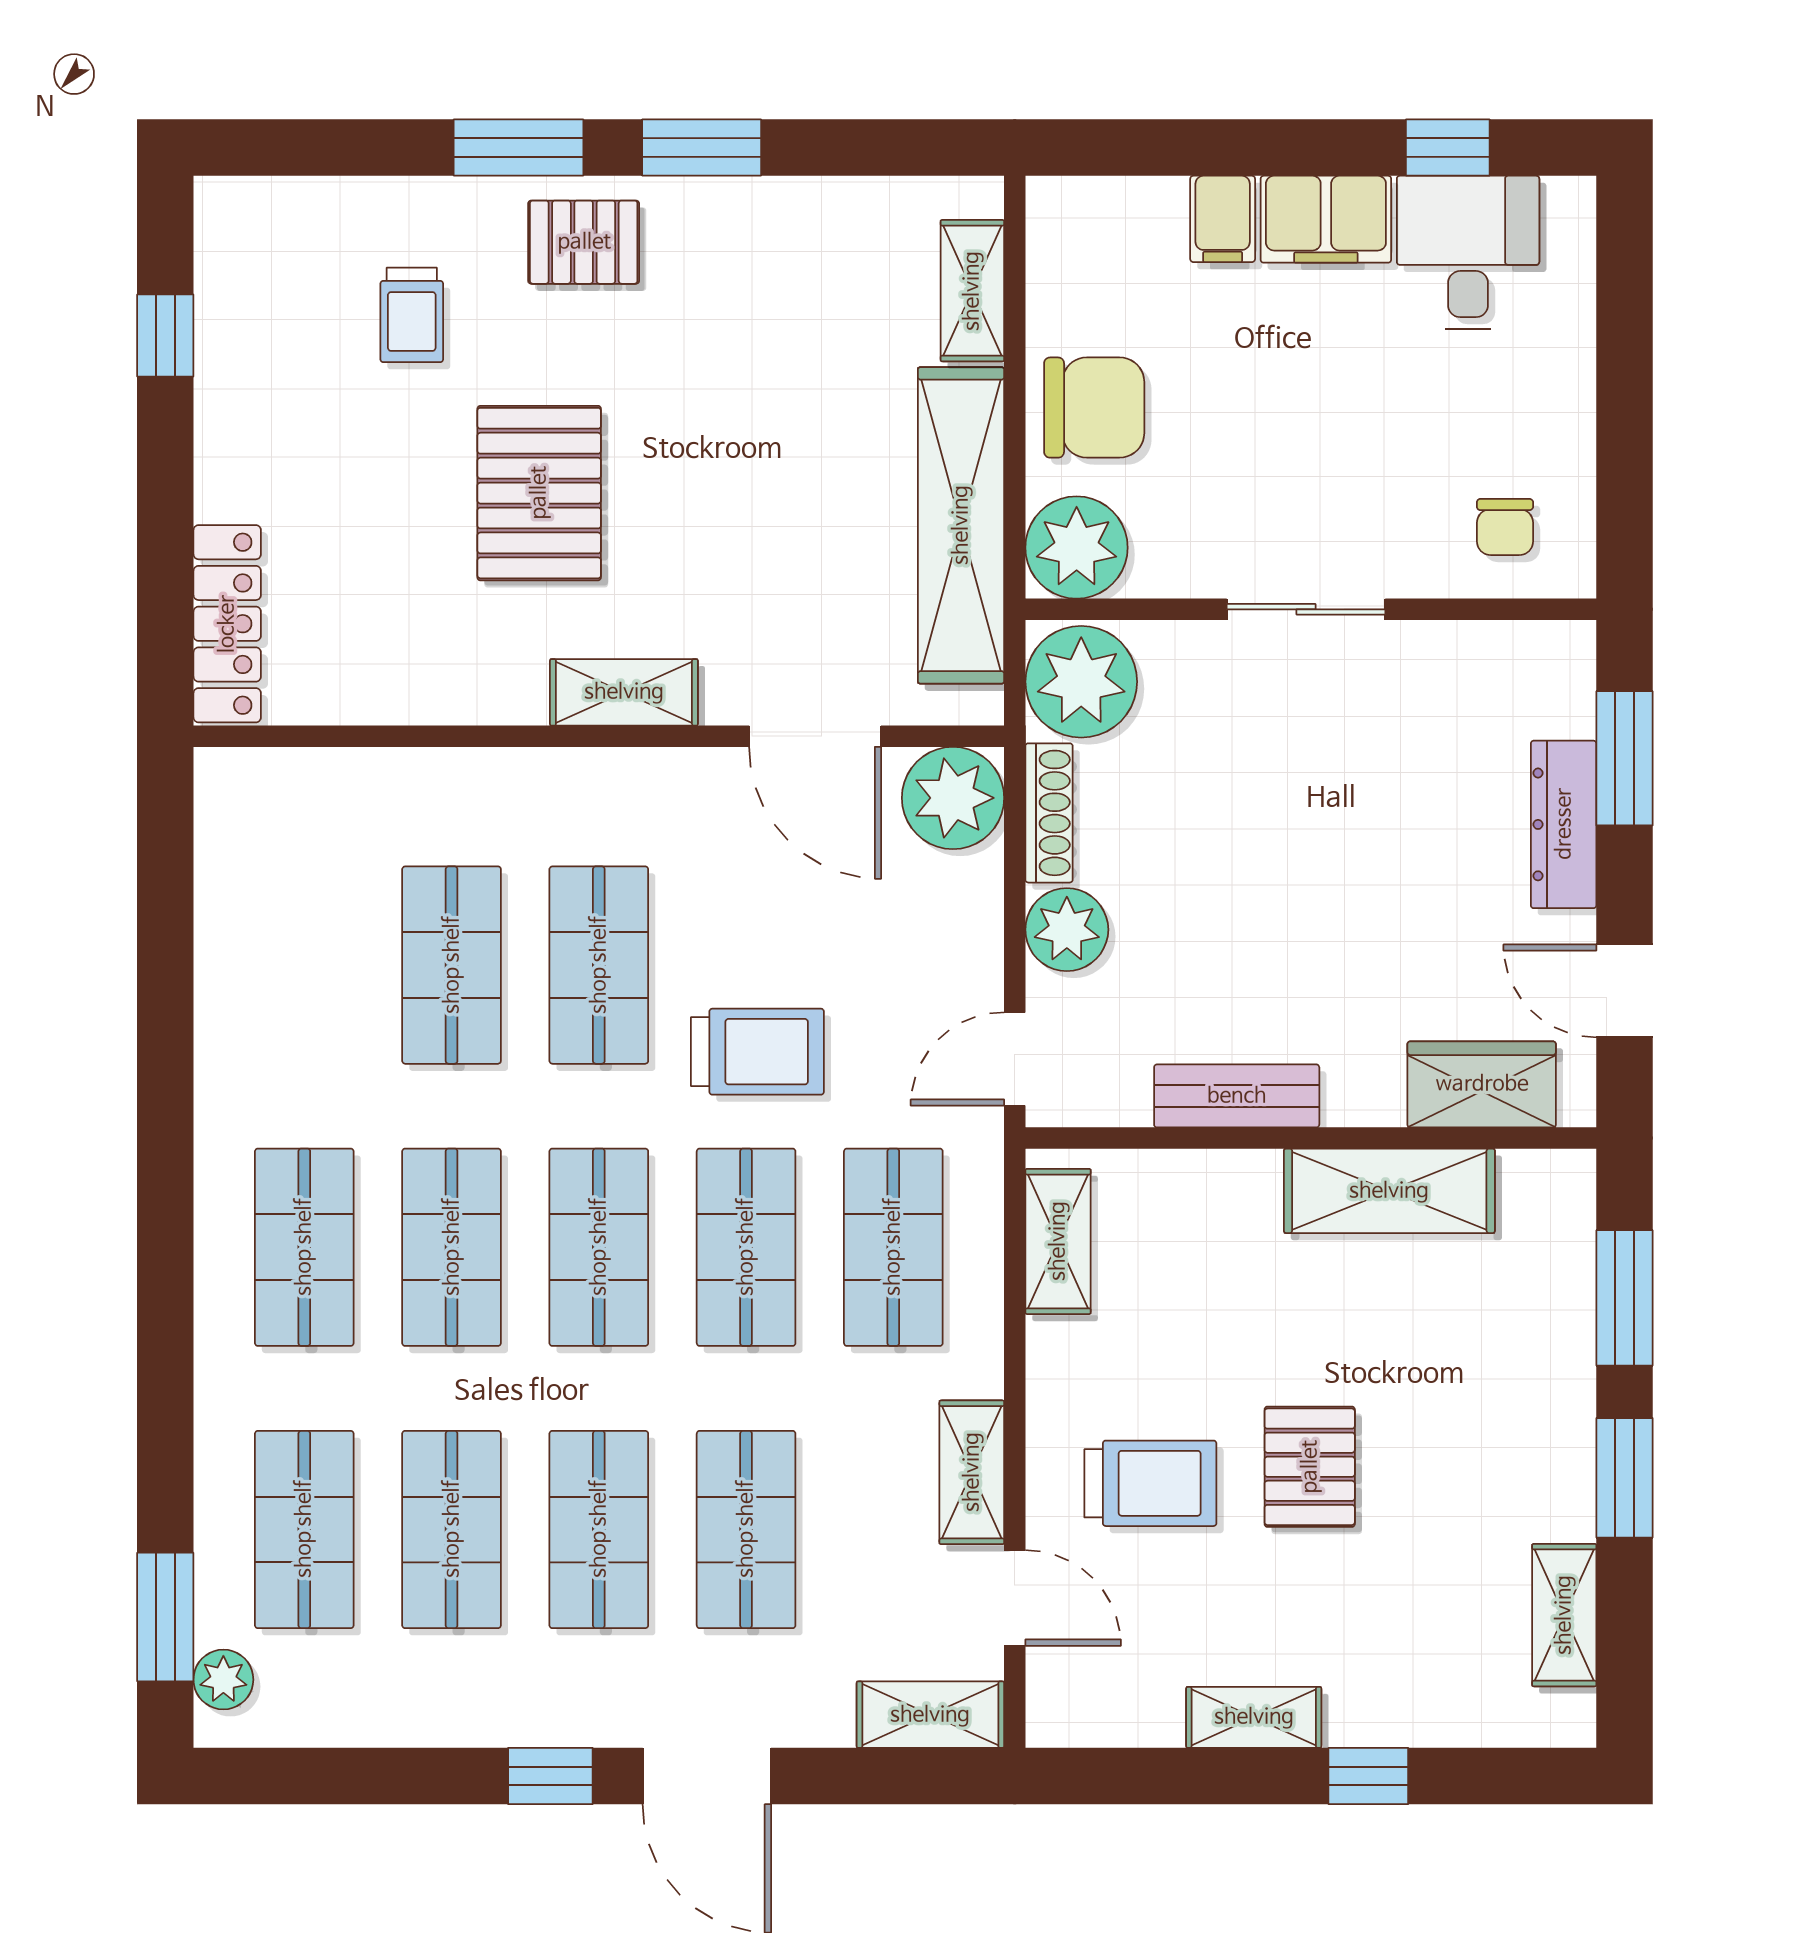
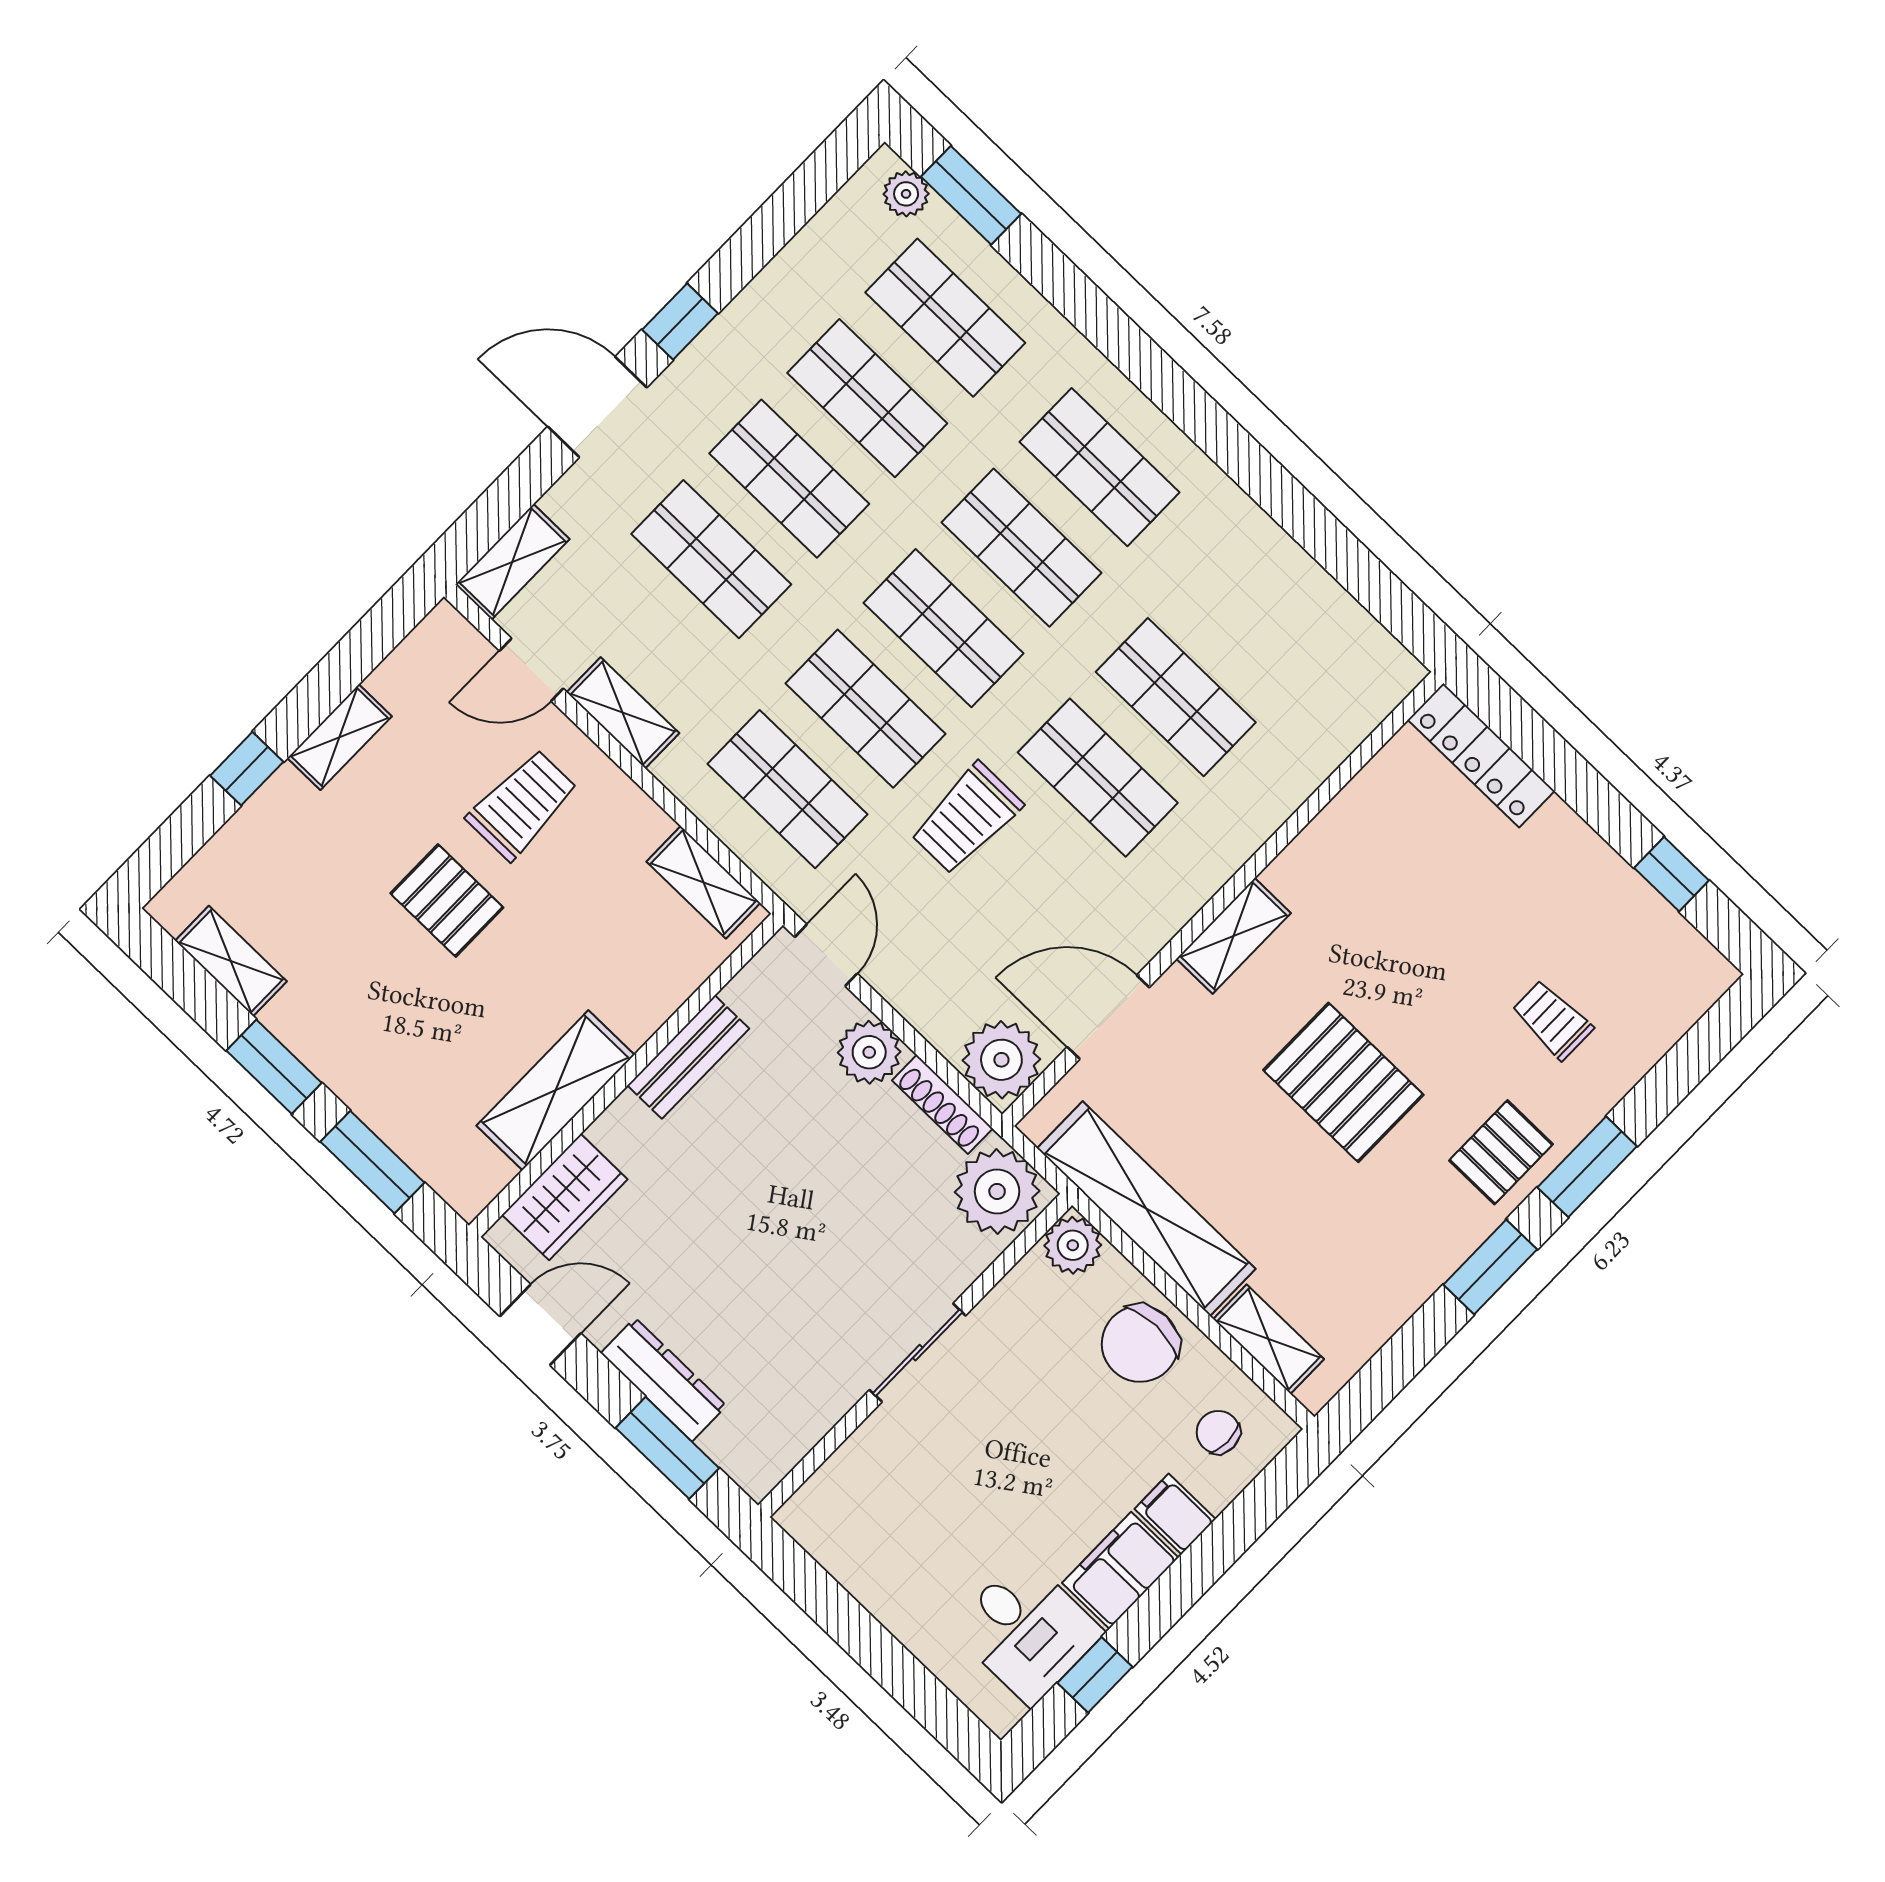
pallet: (539, 493) -> (1343, 1082), moved
chair: (1505, 527) -> (1218, 1432), moved
plant: (1077, 548) -> (1073, 1245), width x0.73, depth x0.73
trolley: (1150, 1483) -> (522, 805), turned 180

